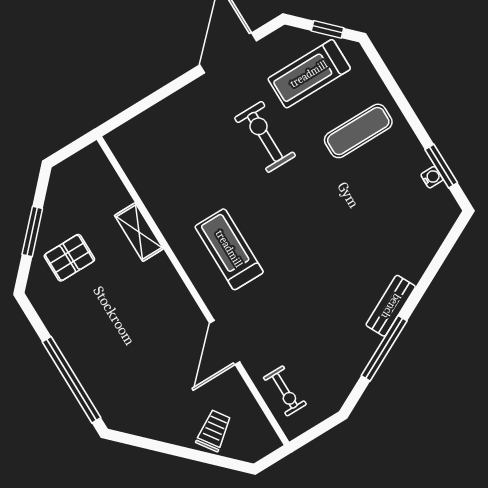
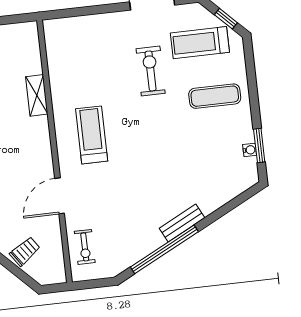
window: (384, 348) -> (164, 249), width x1.46

